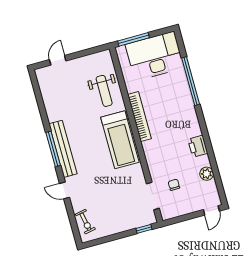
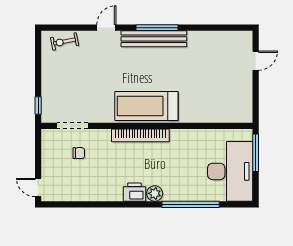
door: (58, 60) -> (256, 61), hinge flipped
weight bench: (104, 91) -> (207, 103), removed
bookcase: (139, 117) -> (140, 135), moved
printer: (198, 146) -> (134, 192), moved
plant: (207, 174) -> (155, 193), moved

